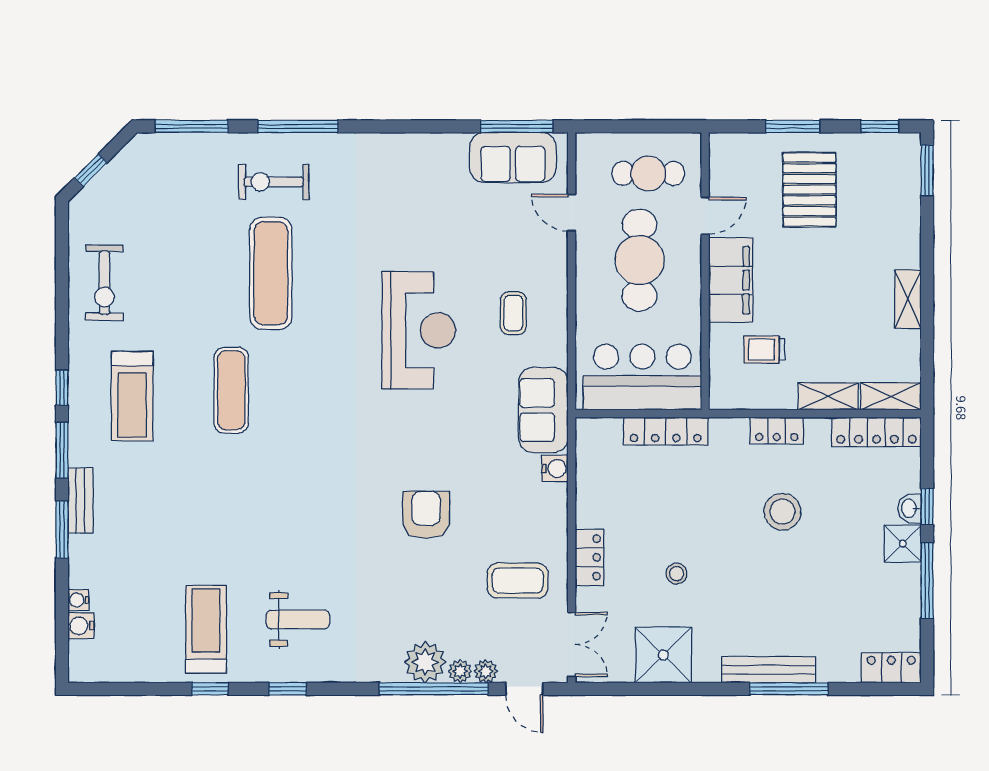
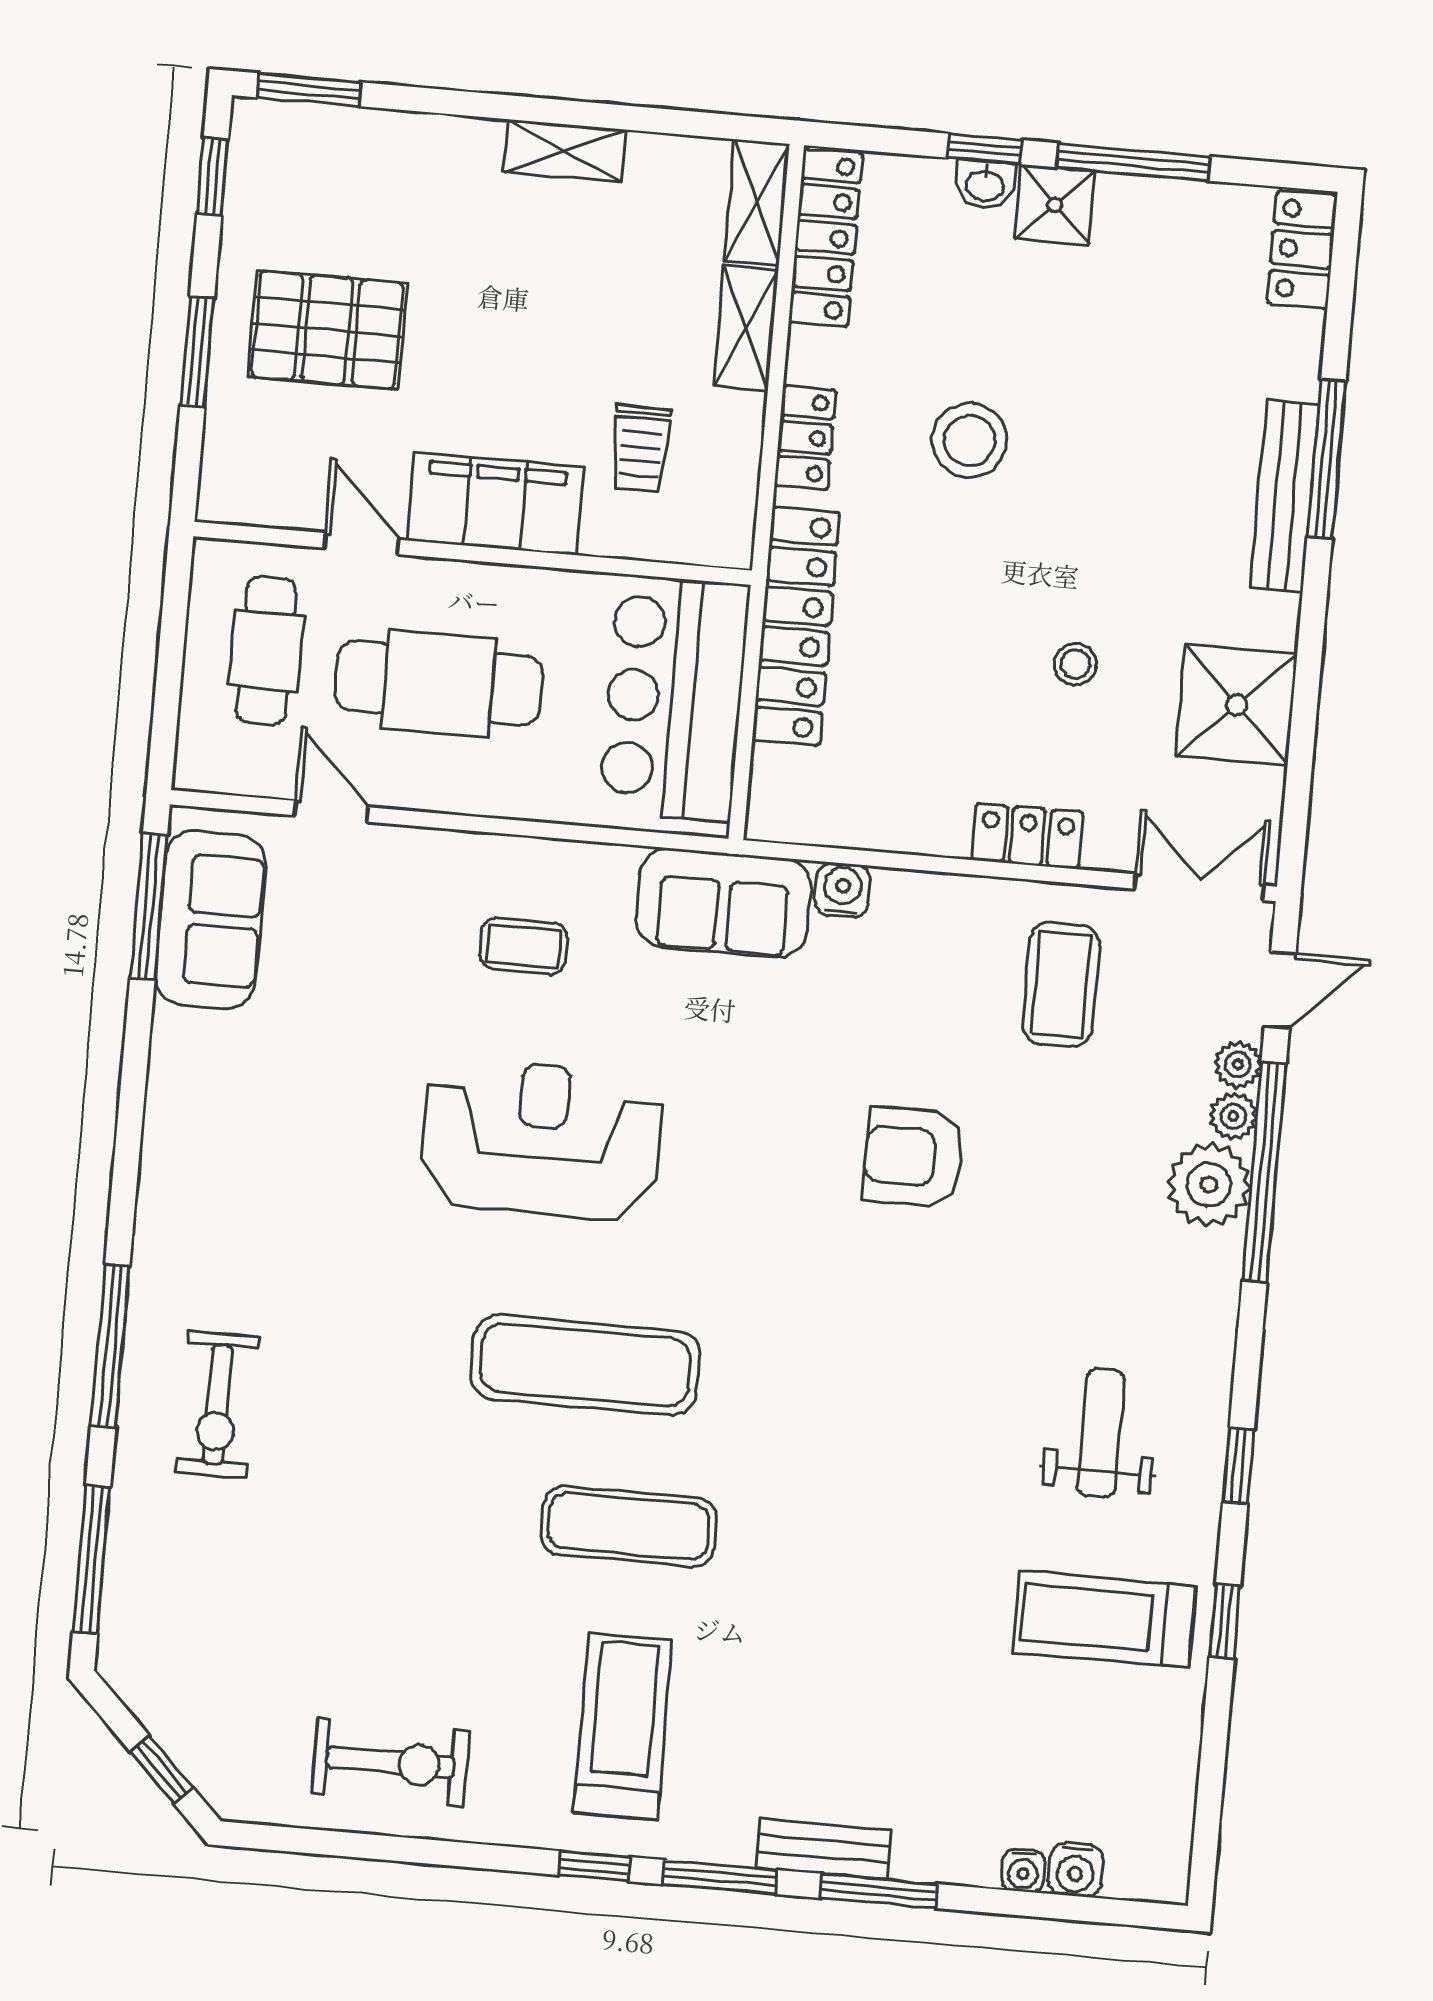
door: (572, 213) -> (332, 811), swing flipped
exercise mat: (271, 273) -> (585, 1365), moved
treadmill: (132, 396) -> (623, 1727), turned -90
locker: (666, 431) -> (796, 626), width x1.41, depth x1.21

